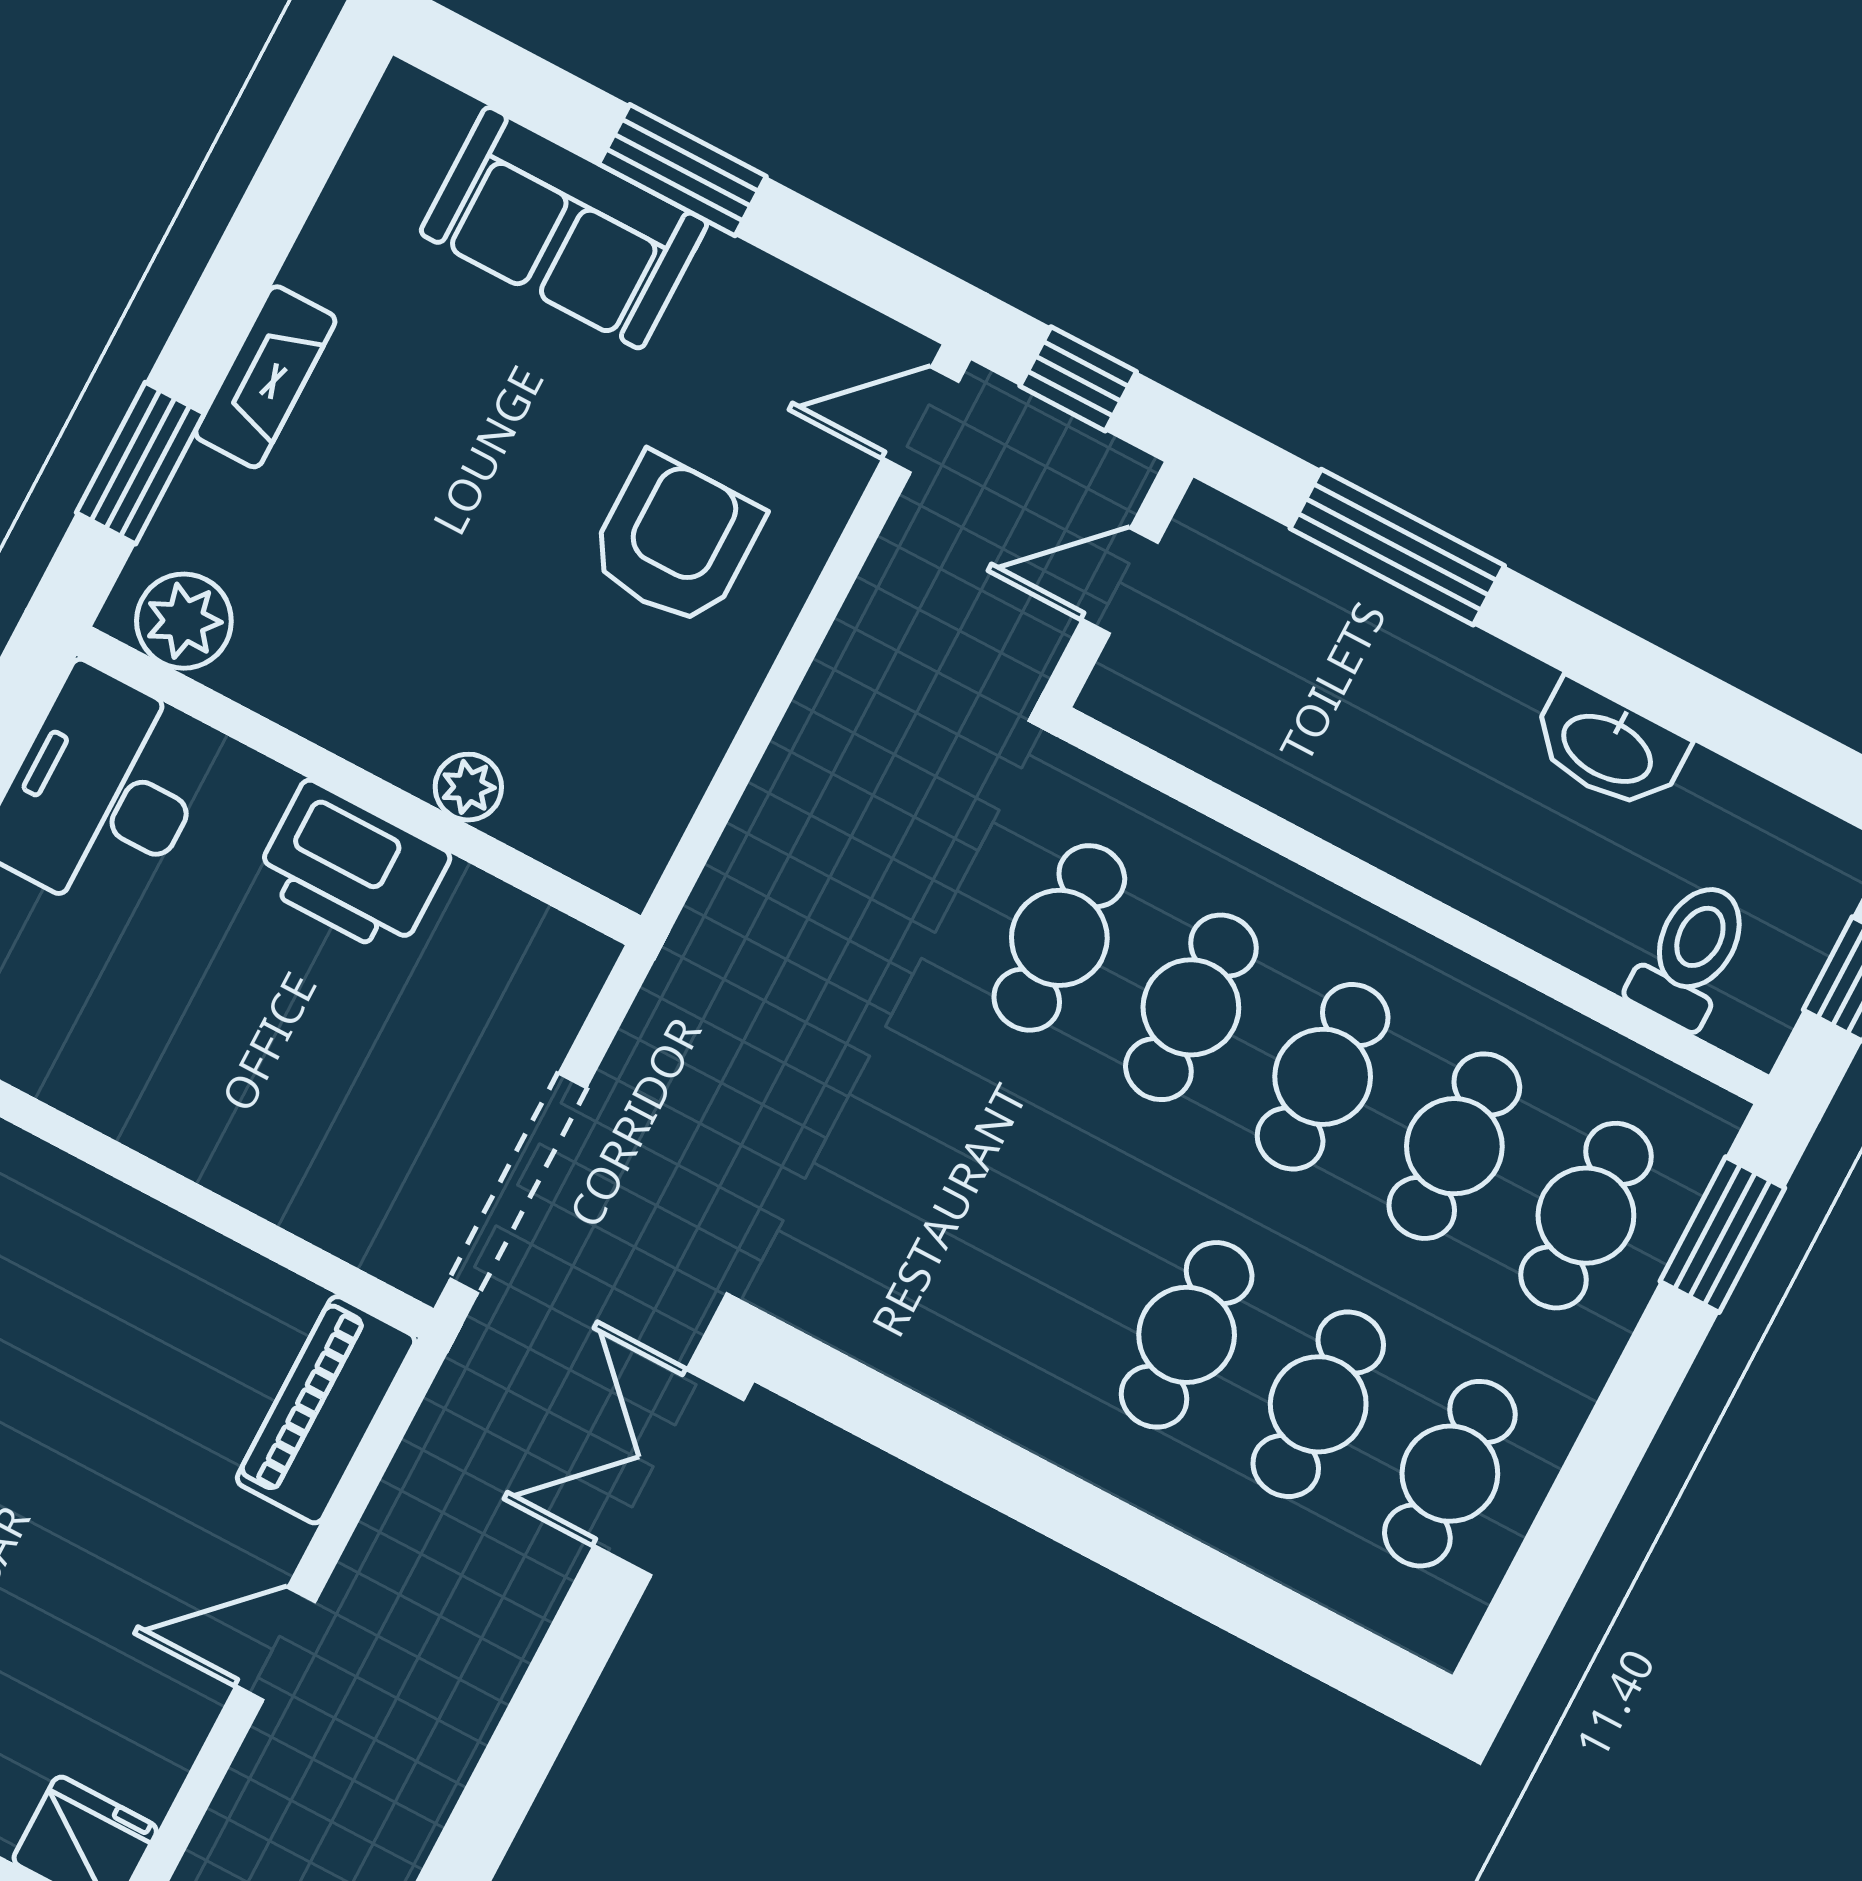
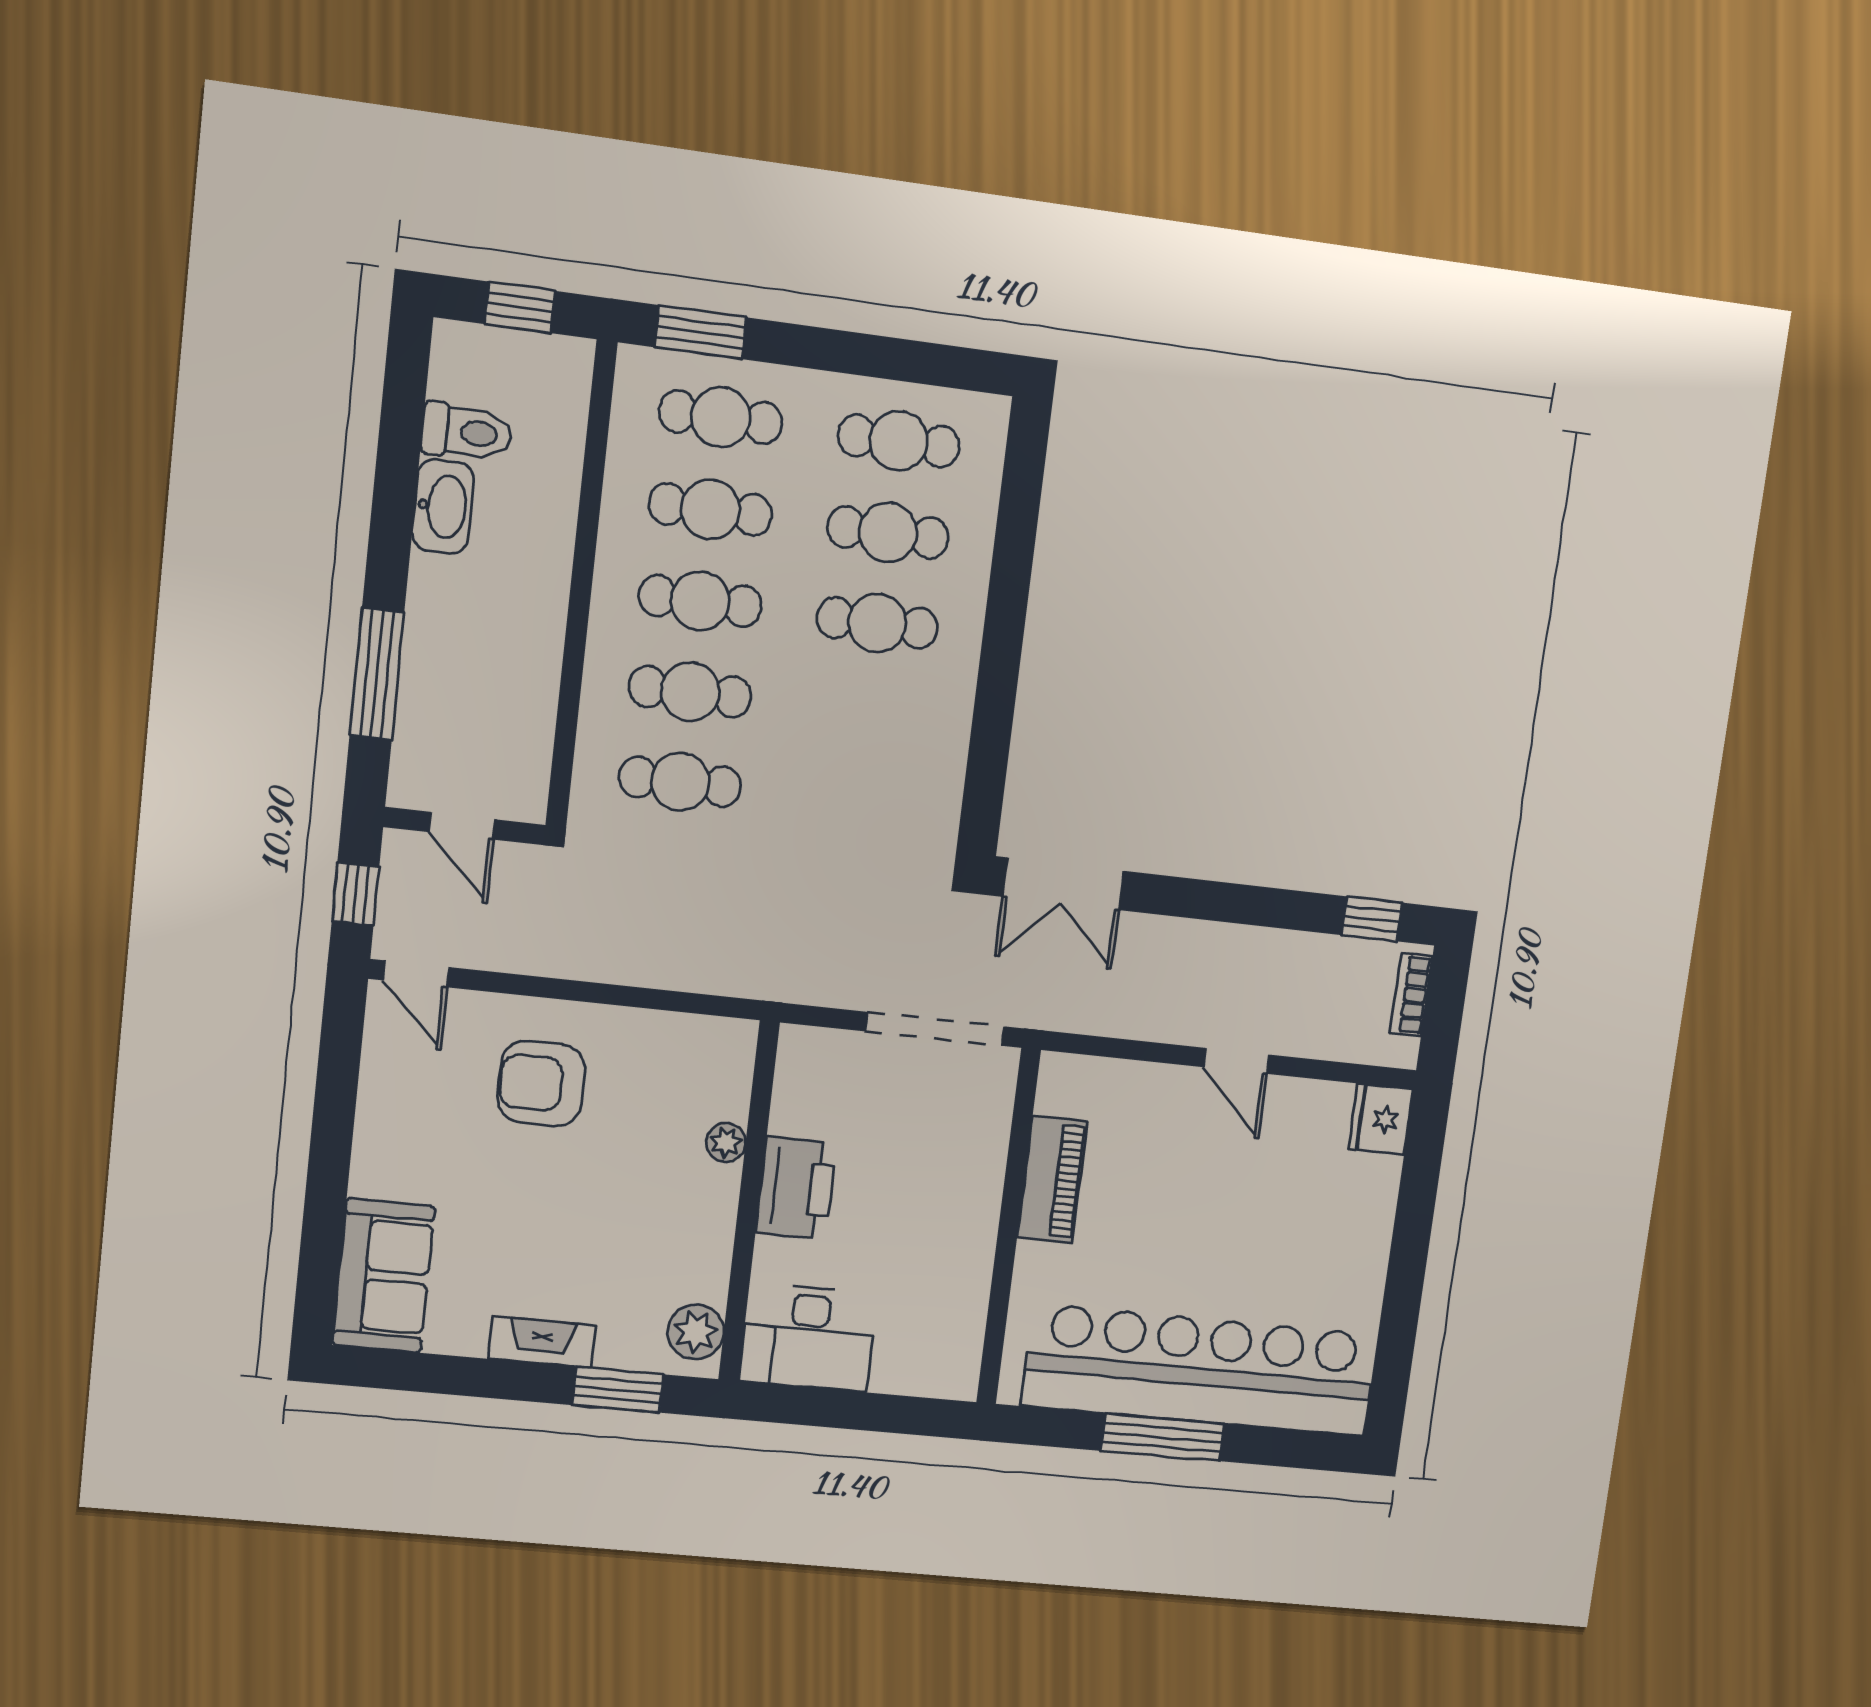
window: (682, 170) -> (329, 1162), removed
sofa: (564, 228) -> (384, 1276), moved
toilet: (1691, 954) -> (467, 432), moved, turned 180
piano: (326, 1410) -> (1052, 1180), moved, turned -90

